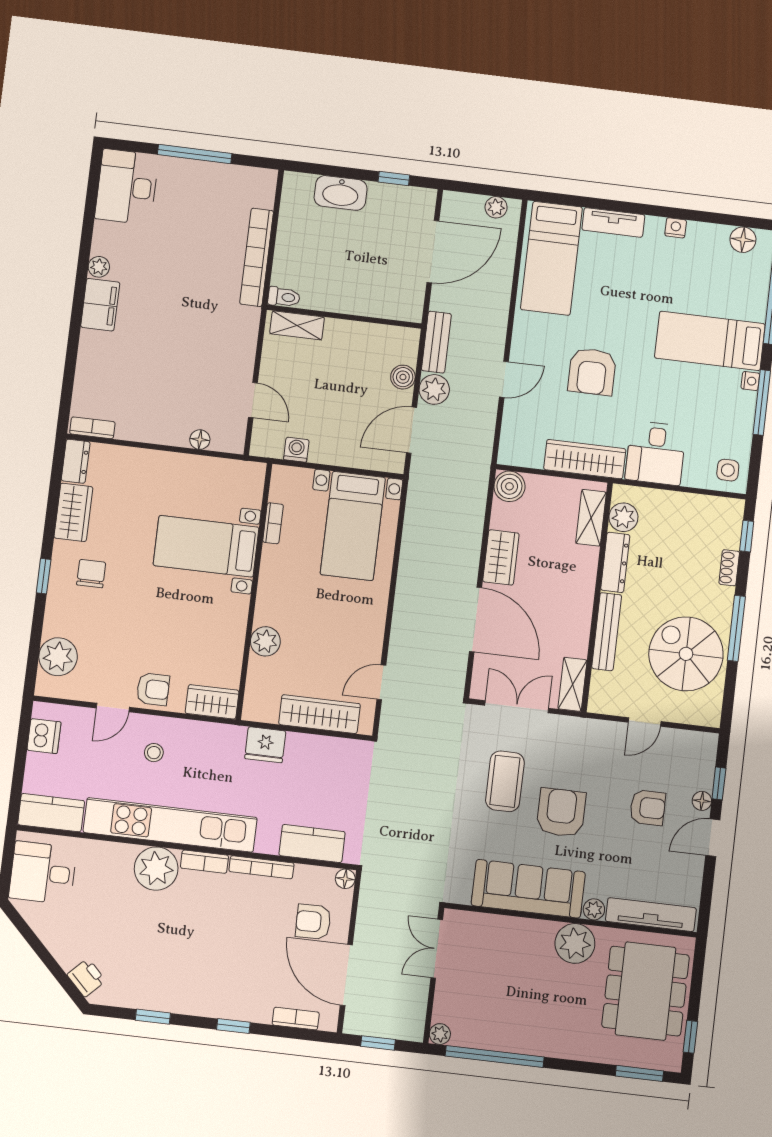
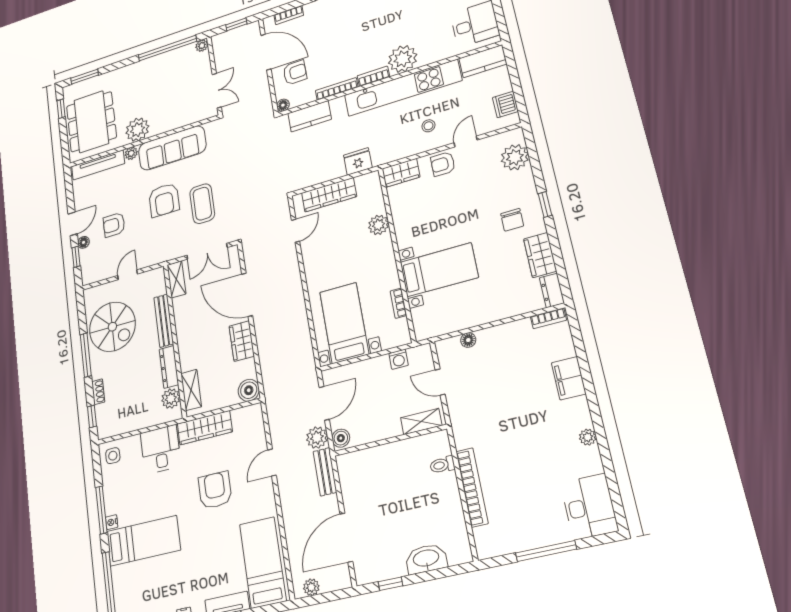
filing cabinet: (100, 305) -> (569, 378), moved
wall: (344, 317) -> (390, 440), moved
shelving: (297, 325) -> (421, 422), moved

